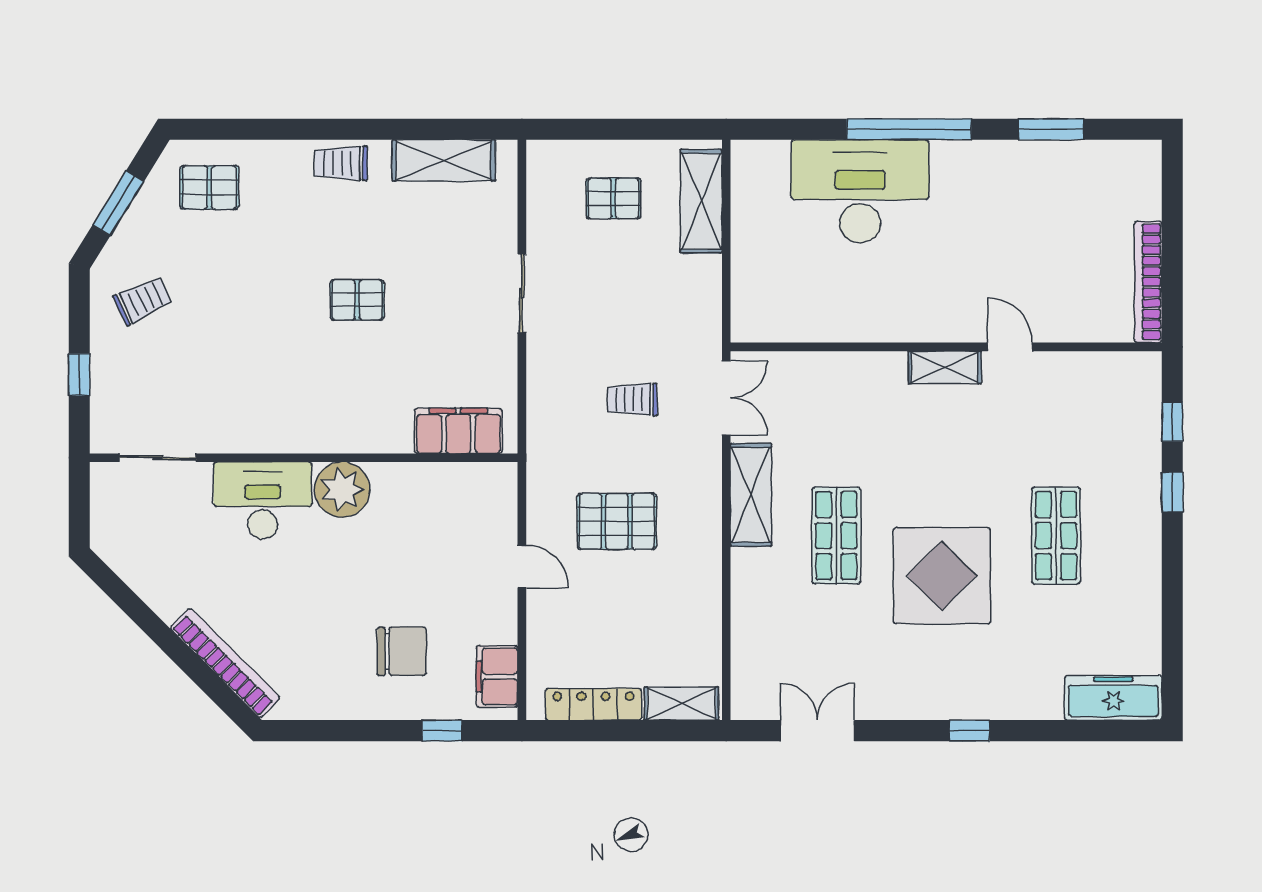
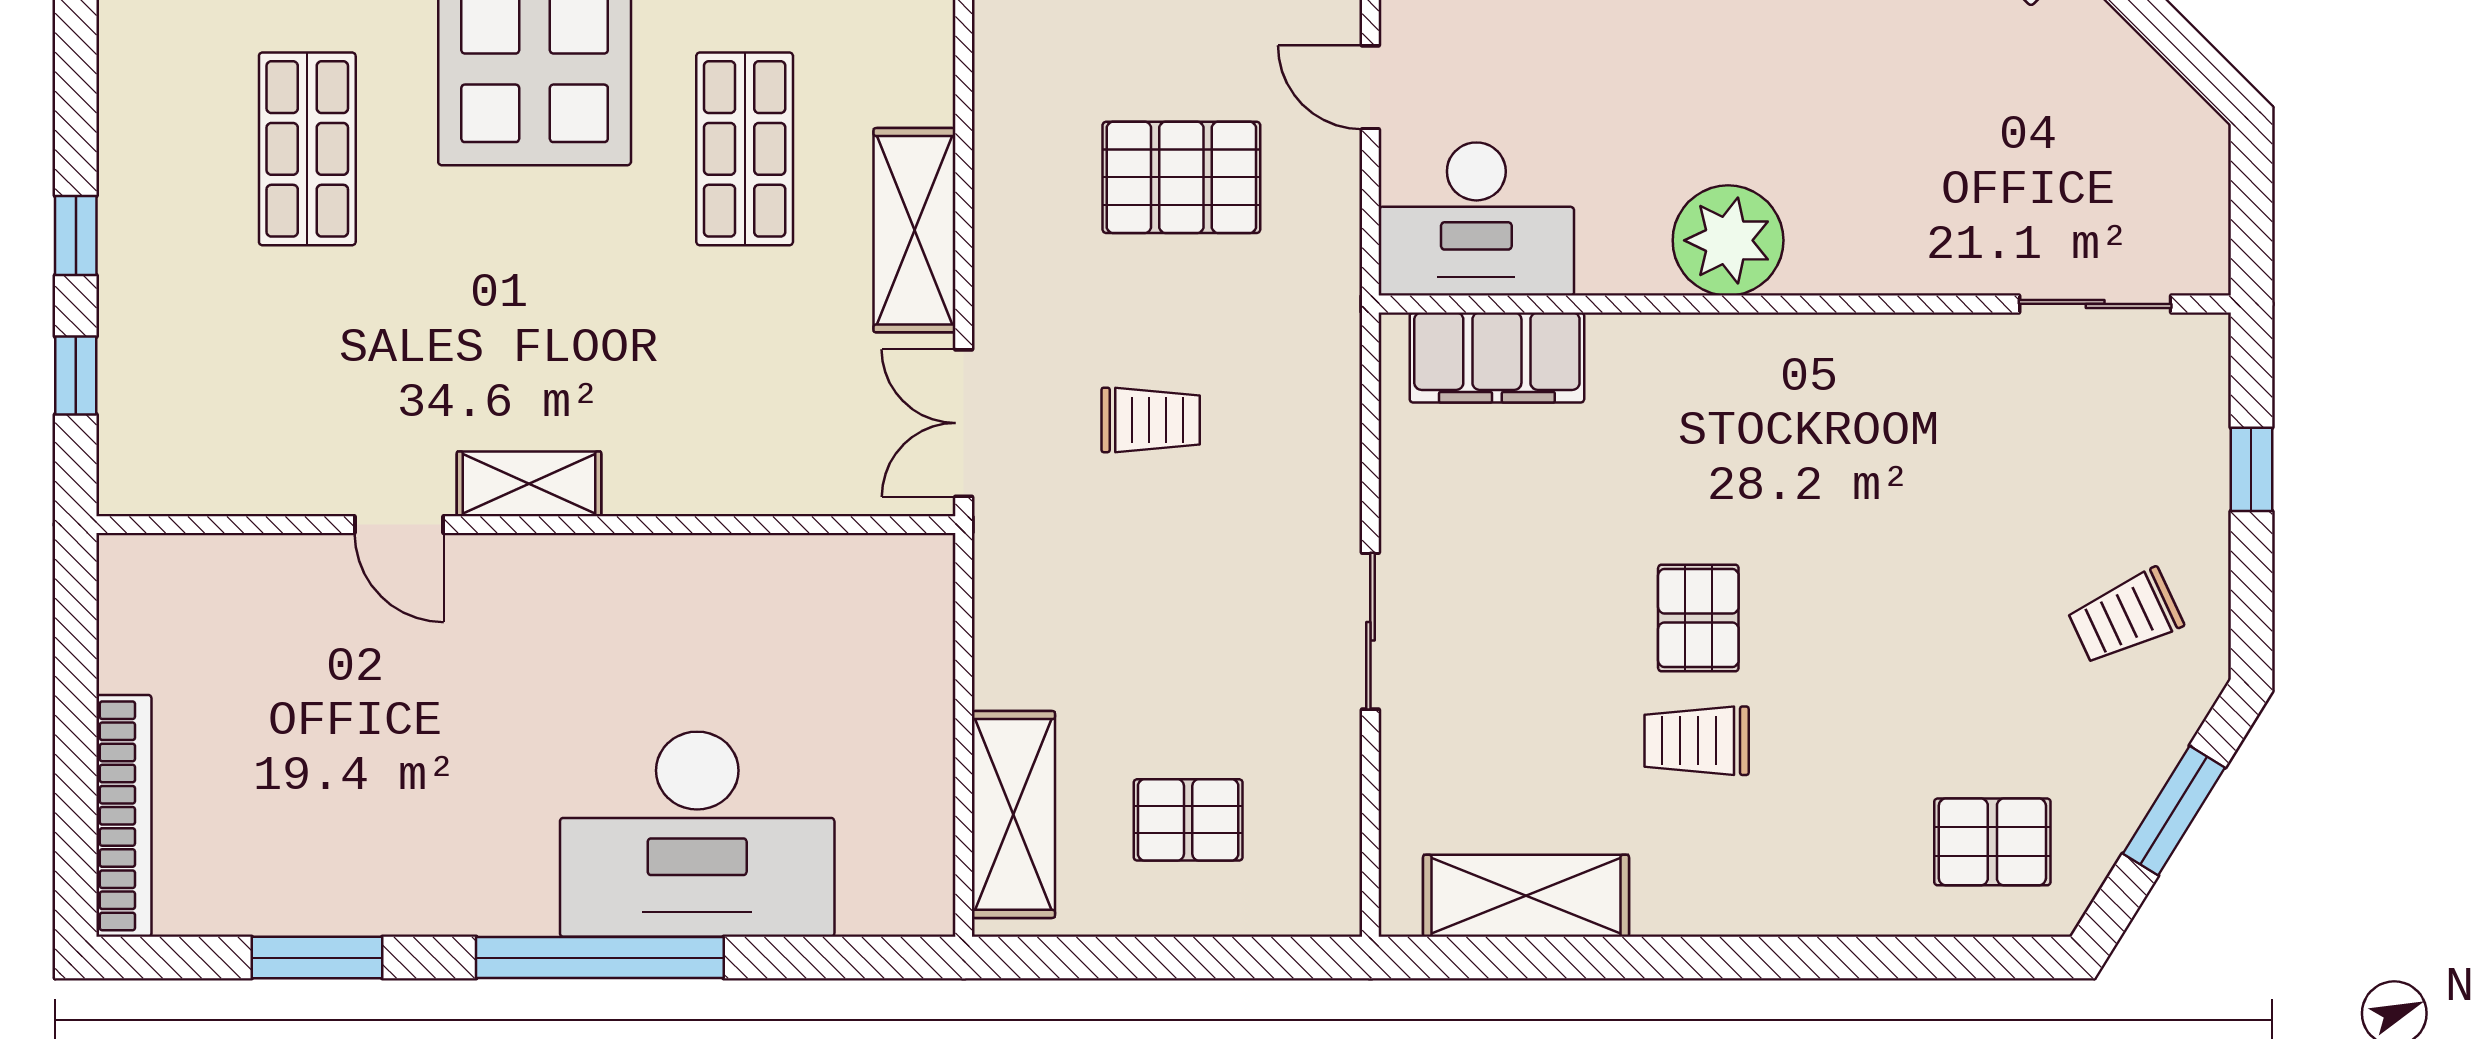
trolley: (341, 163) -> (1697, 741), moved, turned 180
bookcase: (1148, 282) -> (124, 816), moved
pallet: (357, 300) -> (1698, 618), turned 90
desk: (263, 500) -> (1476, 219), moved

